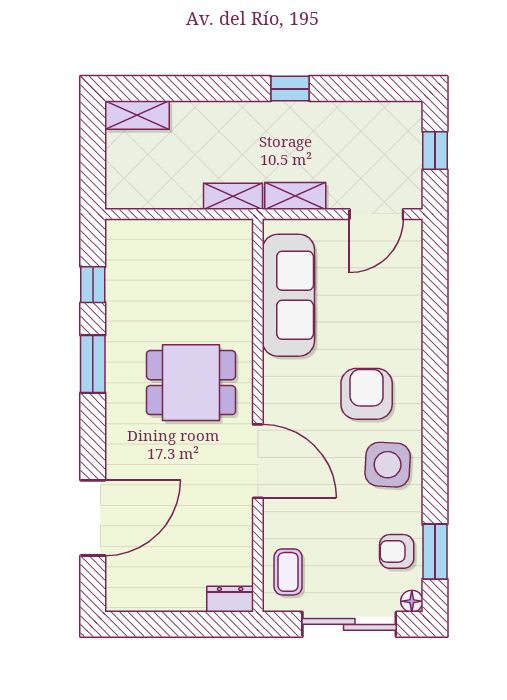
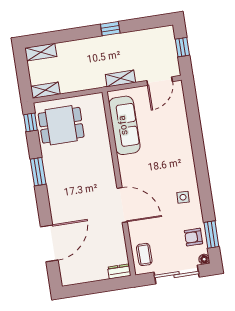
shelving: (233, 196) -> (45, 90), moved
window: (93, 285) -> (30, 122), moved
dining table: (191, 383) -> (61, 125), moved
armchair: (367, 394) -> (168, 166), removed
side table: (388, 465) -> (183, 197), width x0.54, depth x0.54

